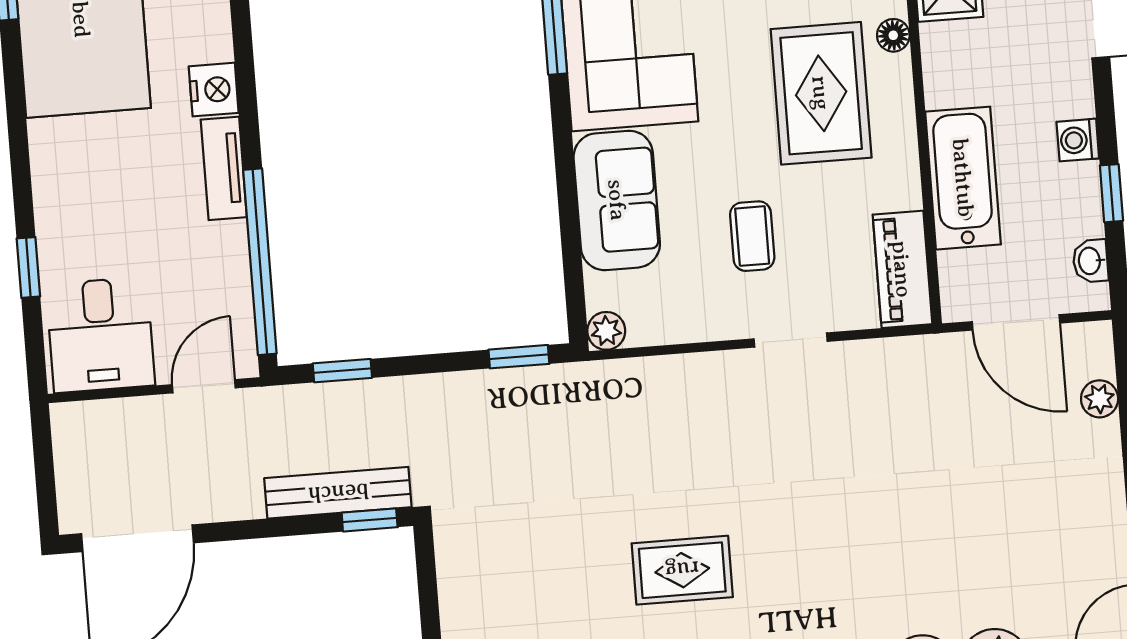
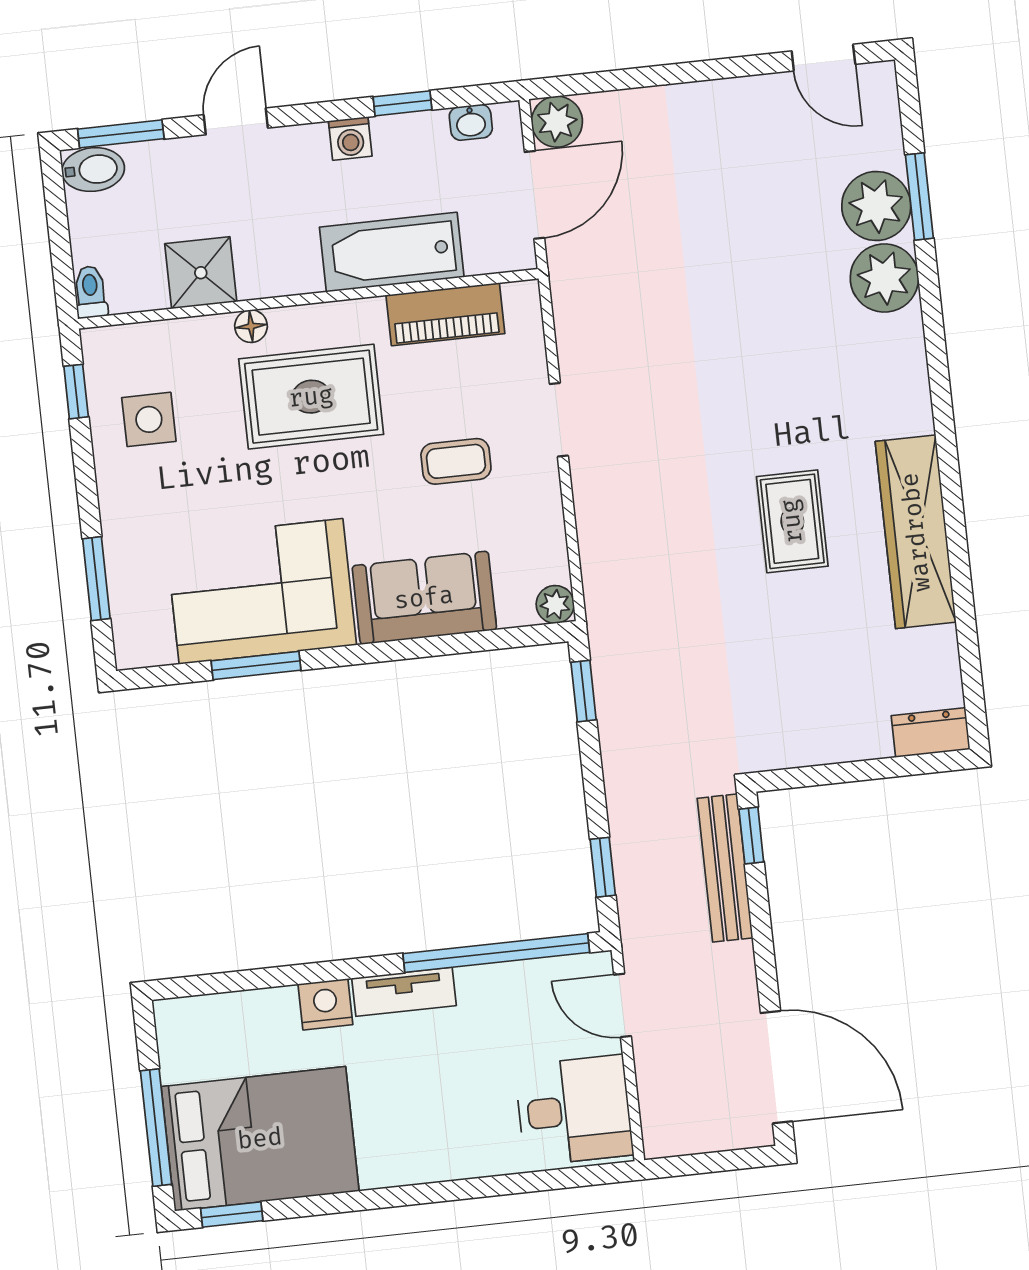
window: (28, 267) -> (509, 1184), removed
piano: (902, 269) -> (445, 314), moved
plant: (1100, 399) -> (557, 122), moved, width x1.38, depth x1.38

